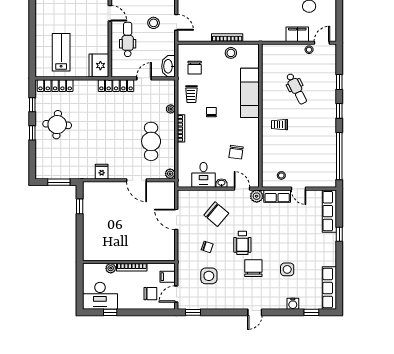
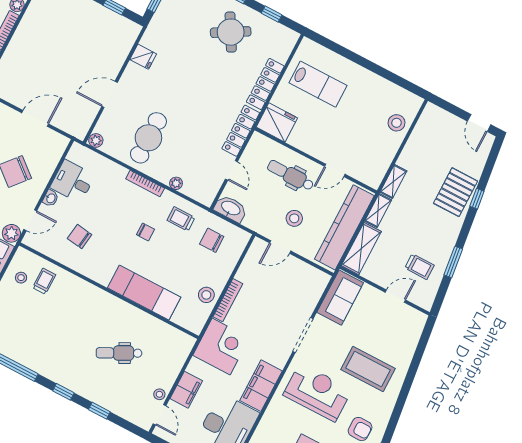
corner desk: (259, 27) -> (221, 347), added
dental chair: (128, 39) -> (291, 175), turned 180
locker: (55, 86) -> (265, 84), moved
round table: (57, 125) -> (231, 32), turned -34
trolley: (280, 125) -> (44, 281), moved
cafe table: (151, 141) -> (148, 138), turned 90

